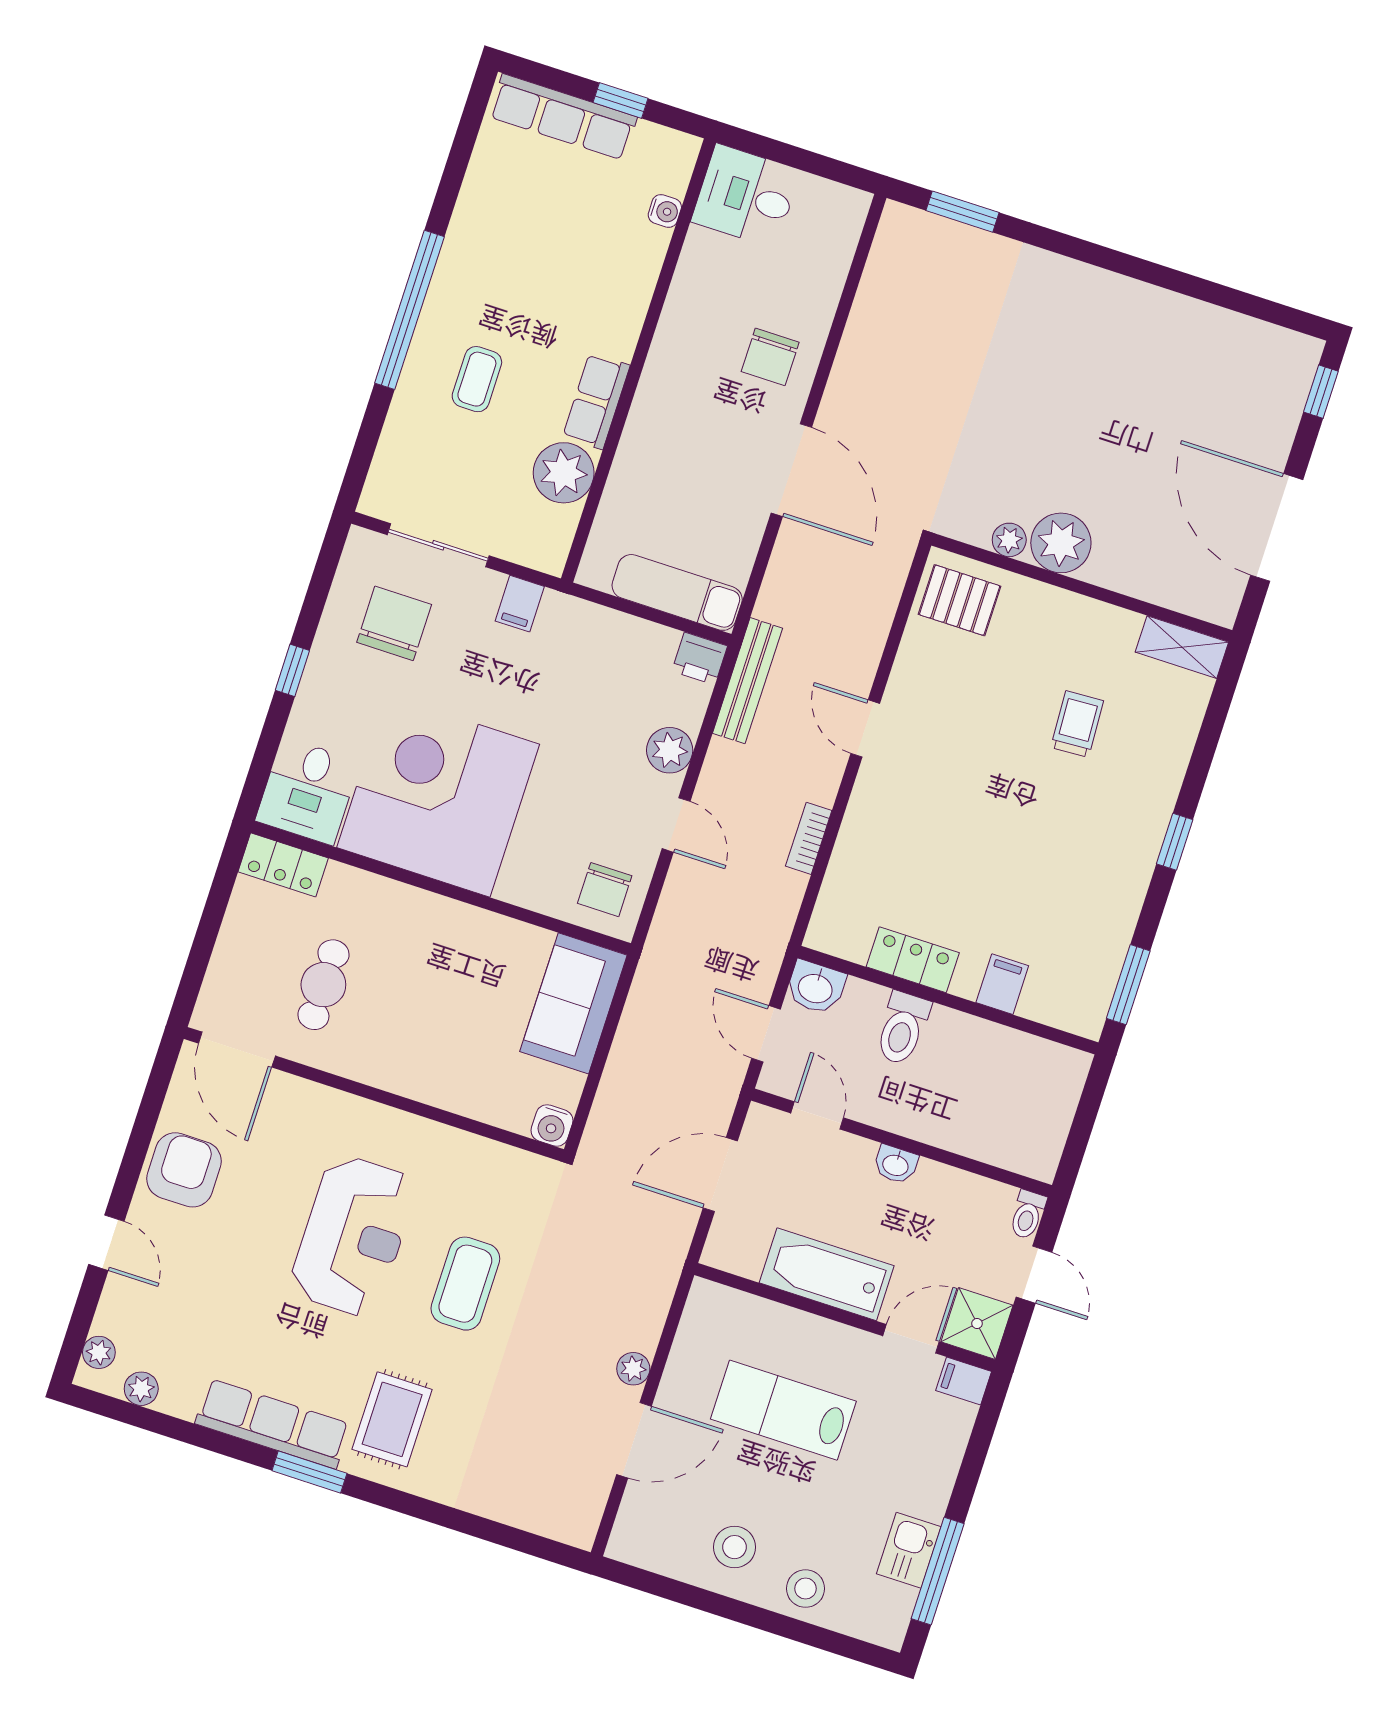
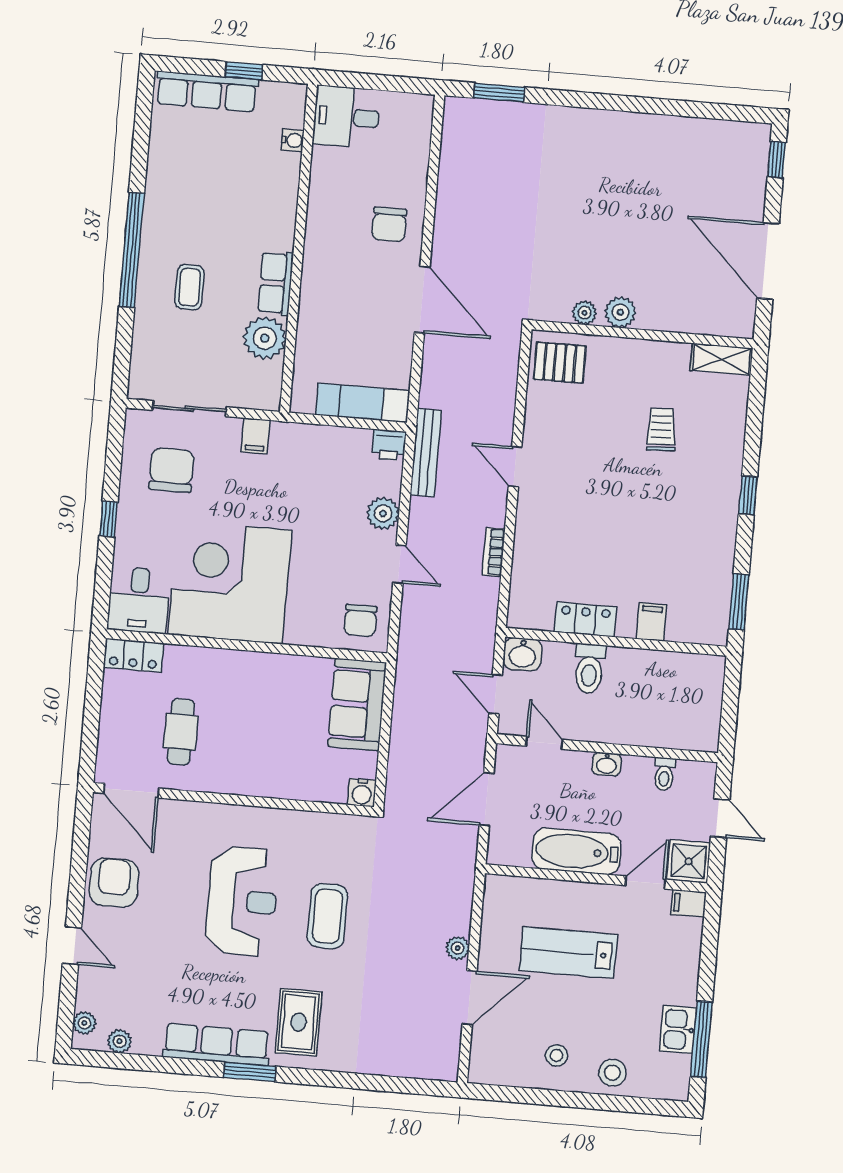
plant: (1061, 543) -> (620, 312), width x0.73, depth x0.73
toilet: (1028, 1215) -> (664, 774), moved
stool: (734, 1547) -> (557, 1055), width x0.73, depth x0.73

